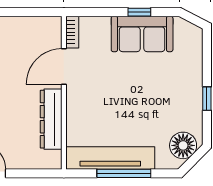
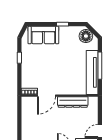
sofa: (142, 34) -> (43, 35), moved, turned 90
door: (64, 67) -> (47, 96), hinge flipped

